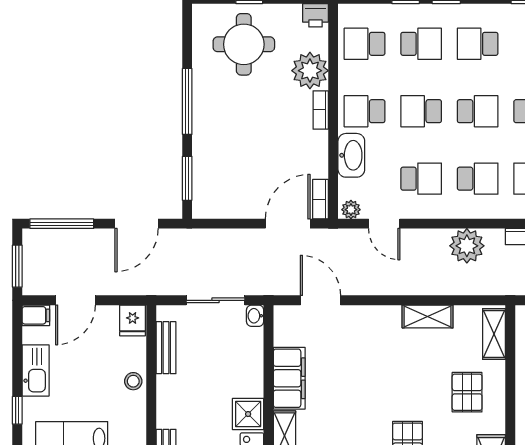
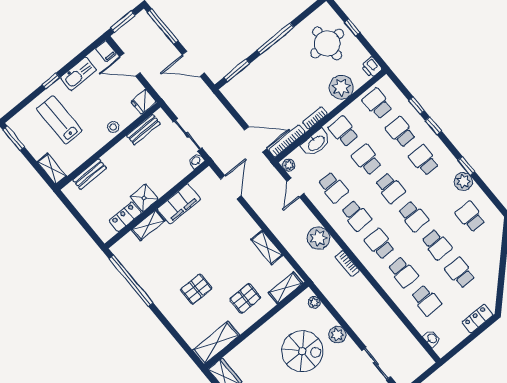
school desk: (421, 44) -> (401, 132), turned 180
bookcase: (321, 110) -> (315, 118), moved
bookcase: (320, 199) -> (287, 141), width x1.56

